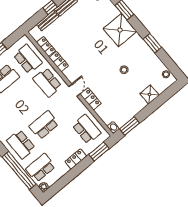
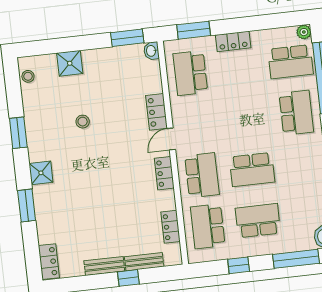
shower: (120, 30) -> (41, 173), width x0.54, depth x0.54
locker: (59, 62) -> (164, 173), moved
school desk: (44, 125) -> (252, 170), moved

